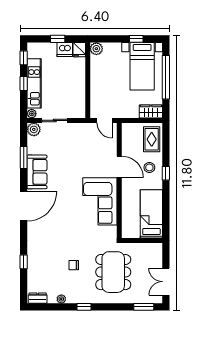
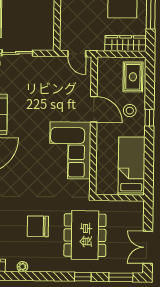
wardrobe: (151, 111) -> (126, 44), width x1.50
chair: (74, 265) -> (38, 226), width x1.87, depth x1.87
window: (84, 307) -> (83, 277), moved

